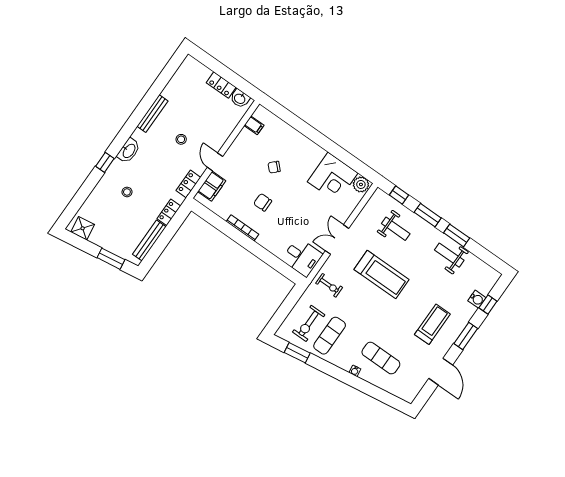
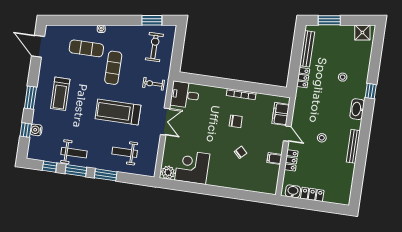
filing cabinet: (254, 125) -> (274, 159), moved
locker: (188, 184) -> (291, 160), moved
window: (399, 195) -> (50, 167), moved
exercise mat: (330, 336) -> (113, 68), moved
door: (441, 372) -> (38, 46), moved

